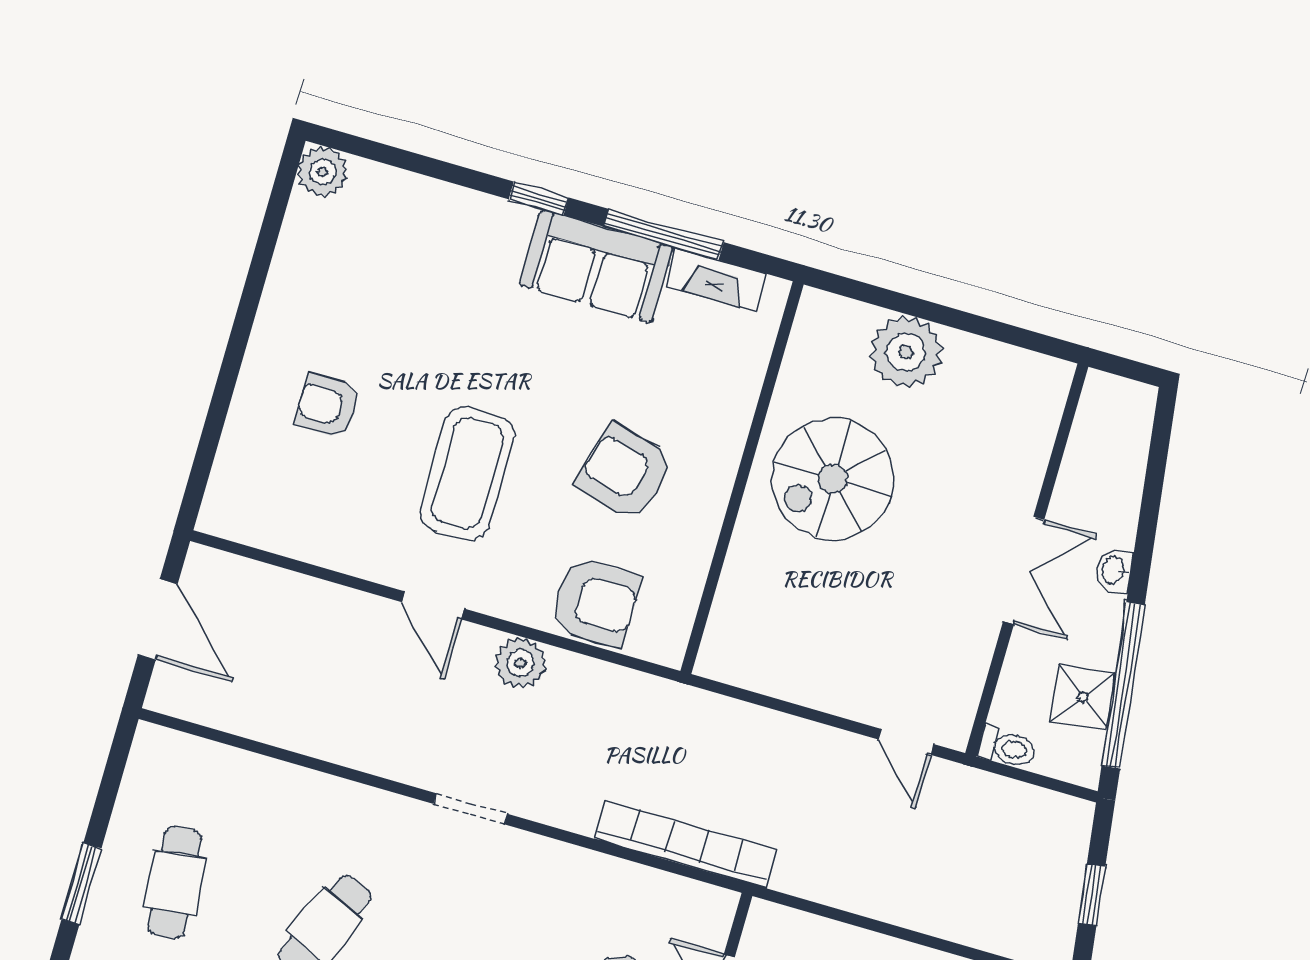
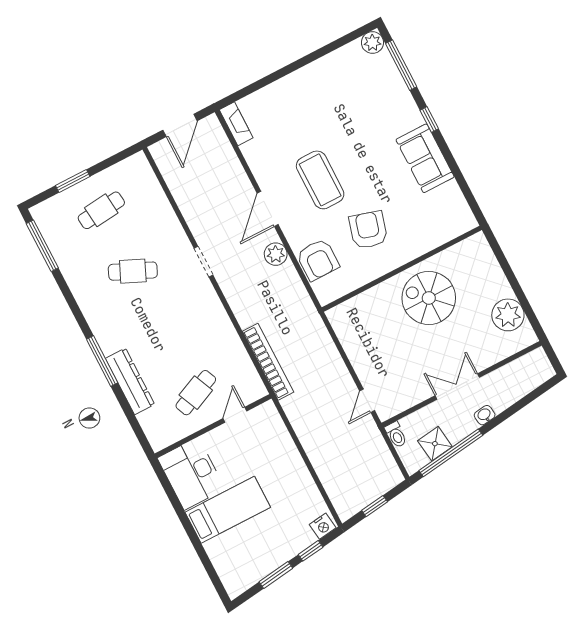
window: (663, 234) -> (401, 65), moved
fireplace: (716, 280) -> (236, 124), moved, turned 180
plant: (906, 352) -> (508, 315), moved
armchair: (328, 406) -> (299, 115), removed
coffee table: (467, 473) -> (320, 180), turned 90
double door: (1024, 571) -> (457, 386), swing flipped
door: (433, 605) -> (268, 209), width x1.38
doorway: (471, 809) -> (203, 262), moved

